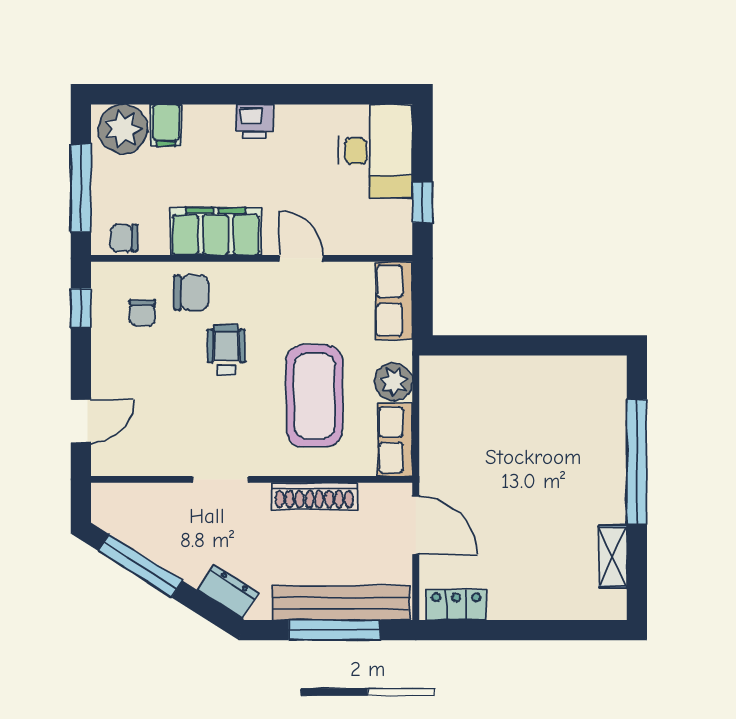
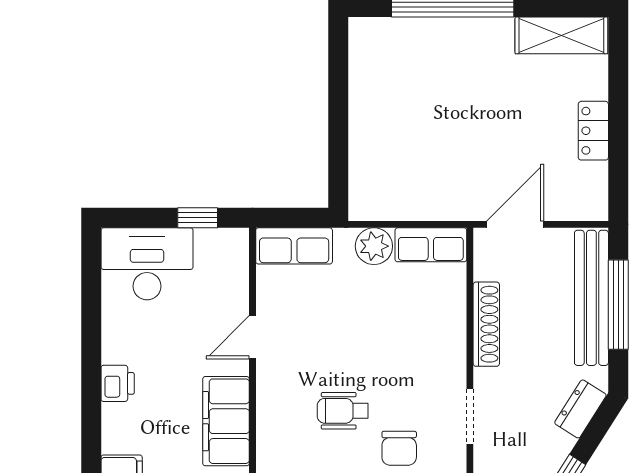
chair: (191, 293) -> (399, 448), moved, turned 180
coffee table: (314, 396) -> (388, 324), removed
shelving: (613, 557) -> (561, 35), width x1.50, depth x1.33
locker: (456, 605) -> (593, 131), moved

